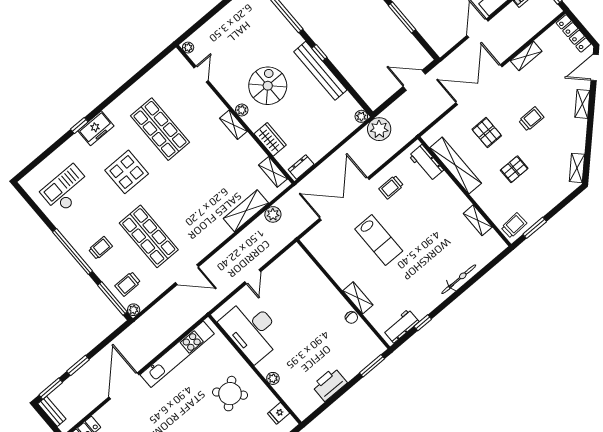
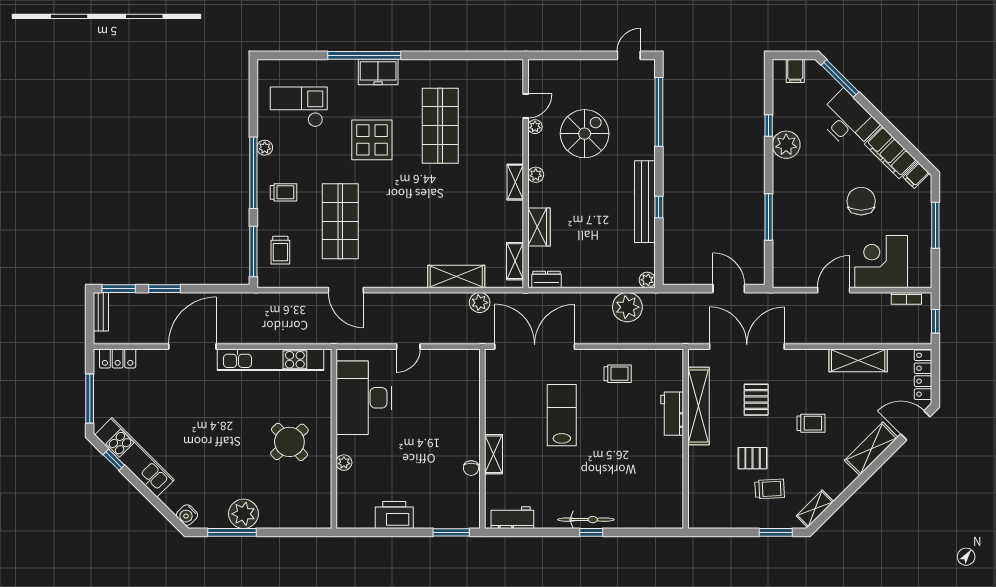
plant: (188, 48) -> (535, 127), moved
window: (319, 53) -> (659, 207), moved
shelving: (526, 56) -> (858, 360), width x1.50, depth x1.33
double door: (479, 85) -> (747, 347), moved
spiral stairs: (268, 86) -> (585, 134), moved
shelving: (582, 104) -> (871, 449), width x1.50, depth x1.33
window: (79, 125) -> (364, 55), width x3.17
plant: (379, 129) -> (627, 307), moved
workbench: (426, 163) -> (672, 414), moved
trolley: (391, 187) -> (618, 374), turned 180
double door: (344, 199) -> (535, 347), moved
shelving: (478, 220) -> (675, 478), removed
trolley: (514, 225) -> (770, 489), moved
window: (535, 228) -> (776, 532), moved
lab bench: (379, 240) -> (562, 415), turned 180
bicycle: (459, 279) -> (586, 520), moved
trolley: (128, 284) -> (280, 250), turned -90
plant: (134, 310) -> (265, 148), moved
window: (423, 323) -> (591, 532), moved
fridge: (279, 413) -> (321, 501), removed

